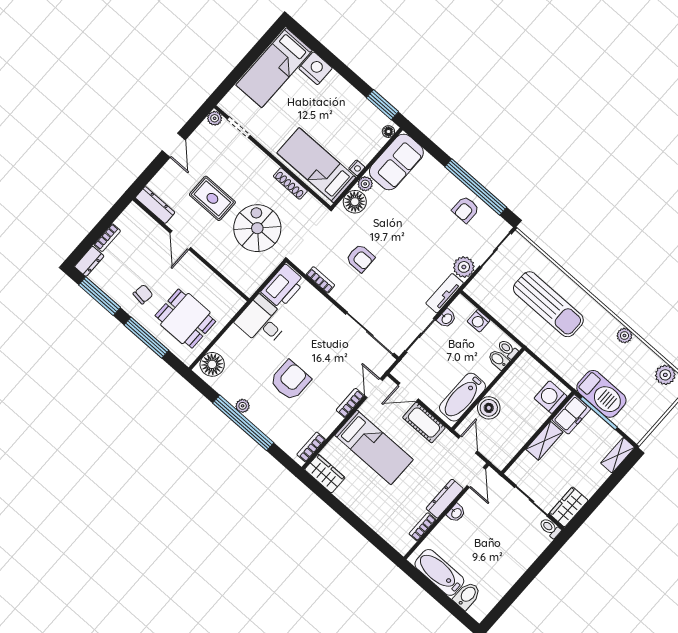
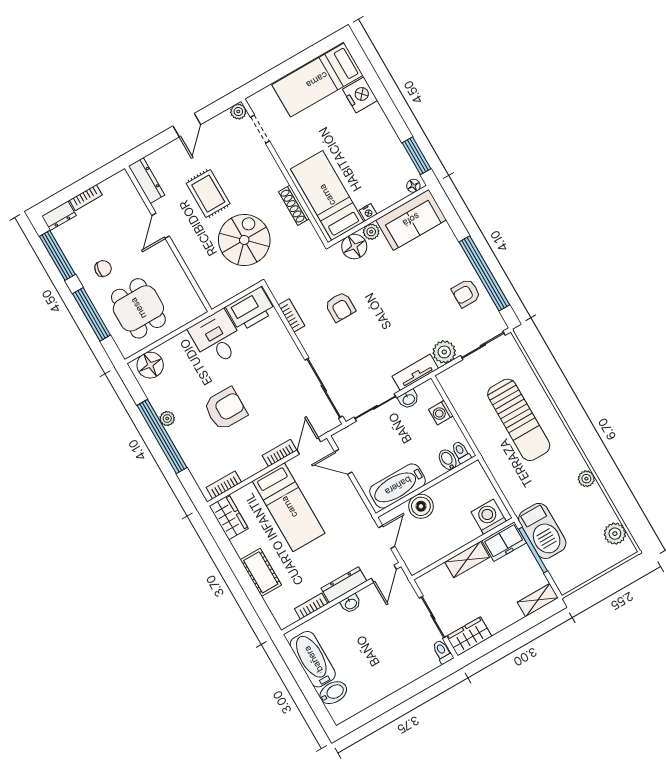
cot: (424, 423) -> (261, 572), moved

